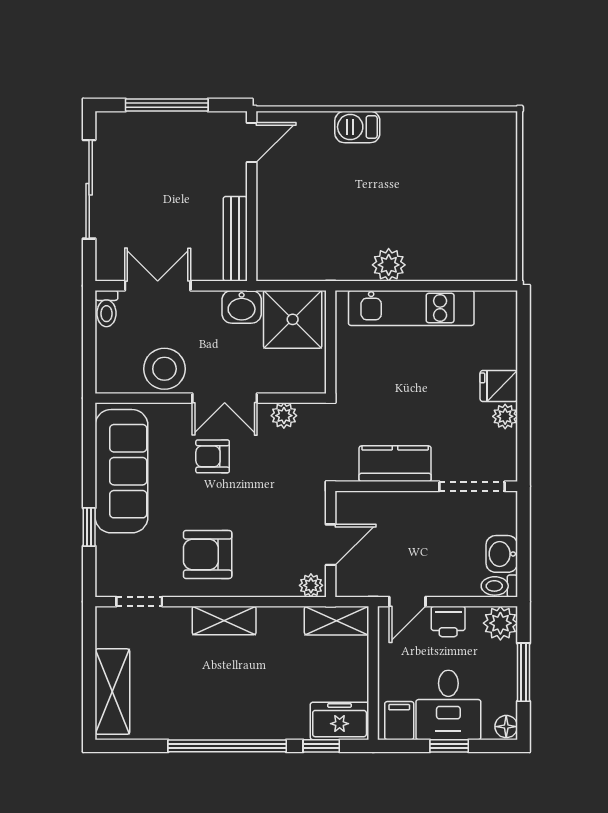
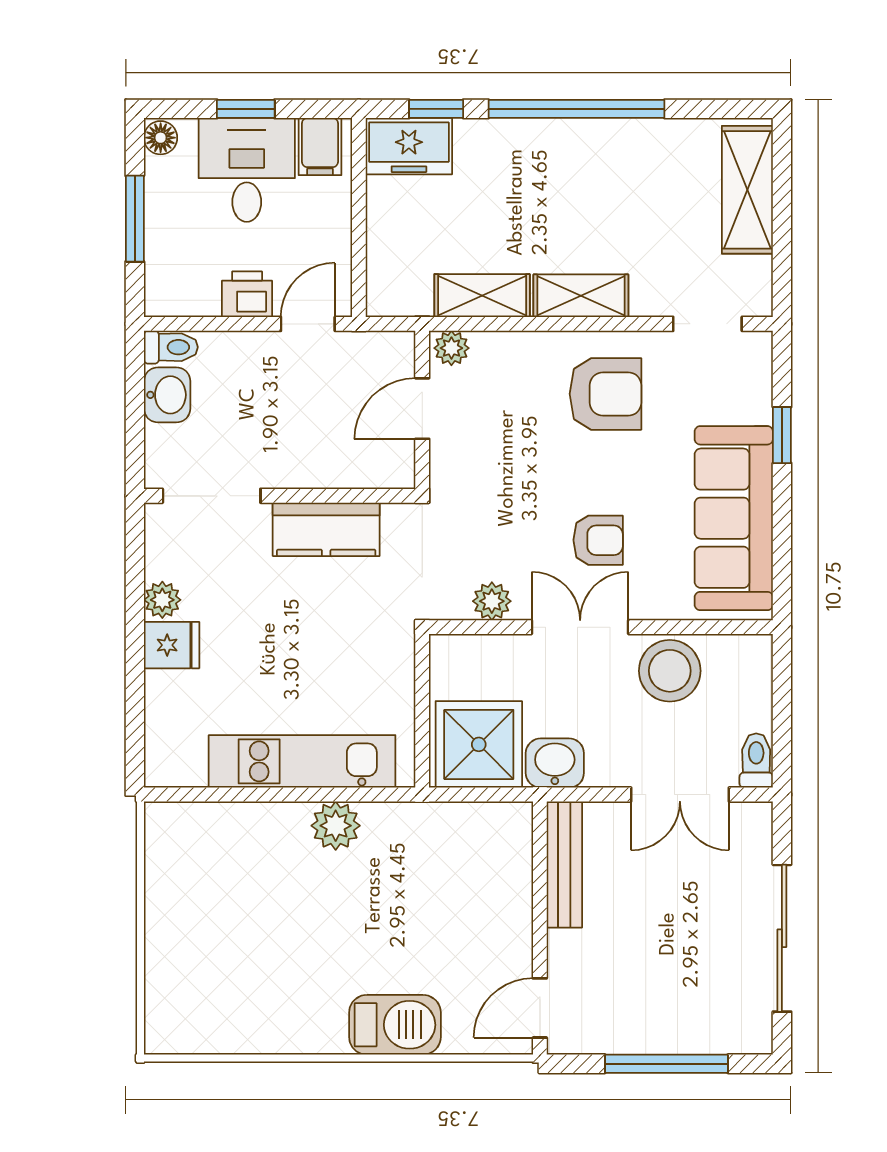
barbecue: (357, 127) -> (395, 1025), width x1.38, depth x1.27
shelving: (337, 621) -> (482, 296), moved
plant: (500, 623) -> (169, 292), removed

